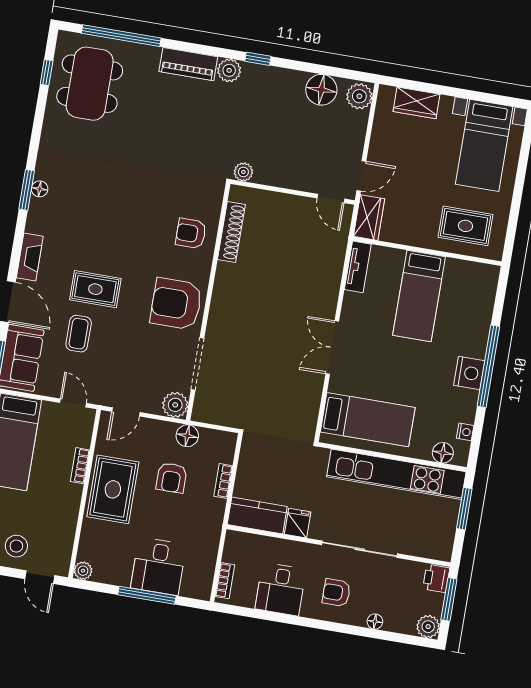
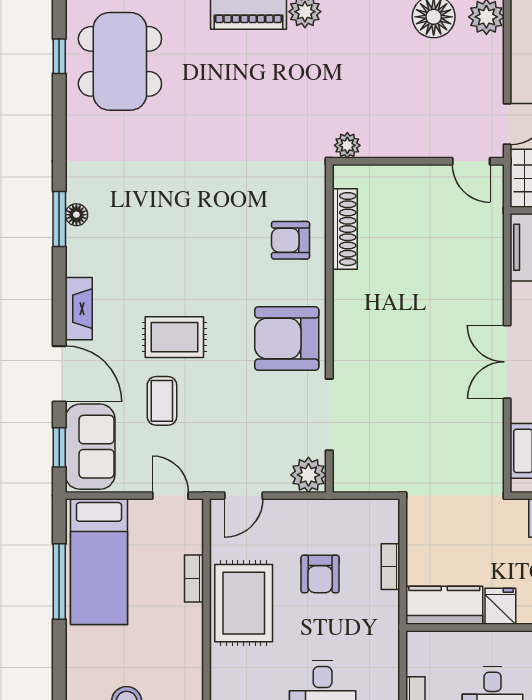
floor lamp: (187, 436) -> (332, 514), removed

